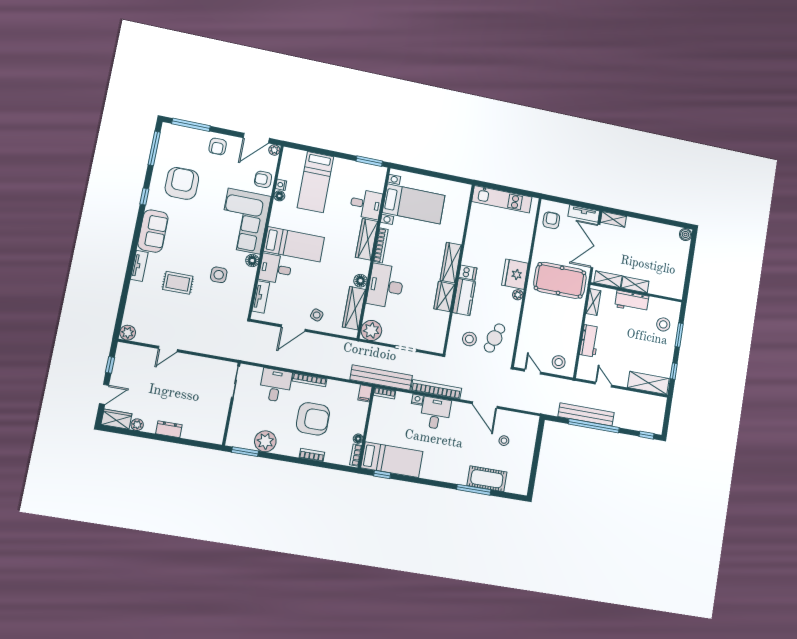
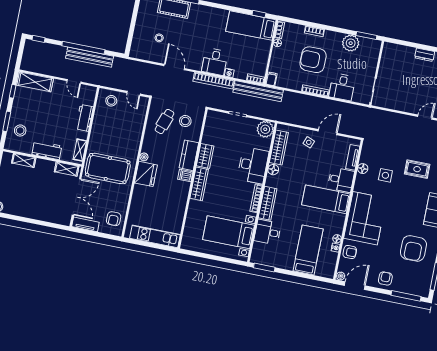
shelving: (613, 219) -> (60, 220), removed
floor lamp: (252, 261) -> (363, 169), moved
shelving: (635, 285) -> (24, 160), moved

